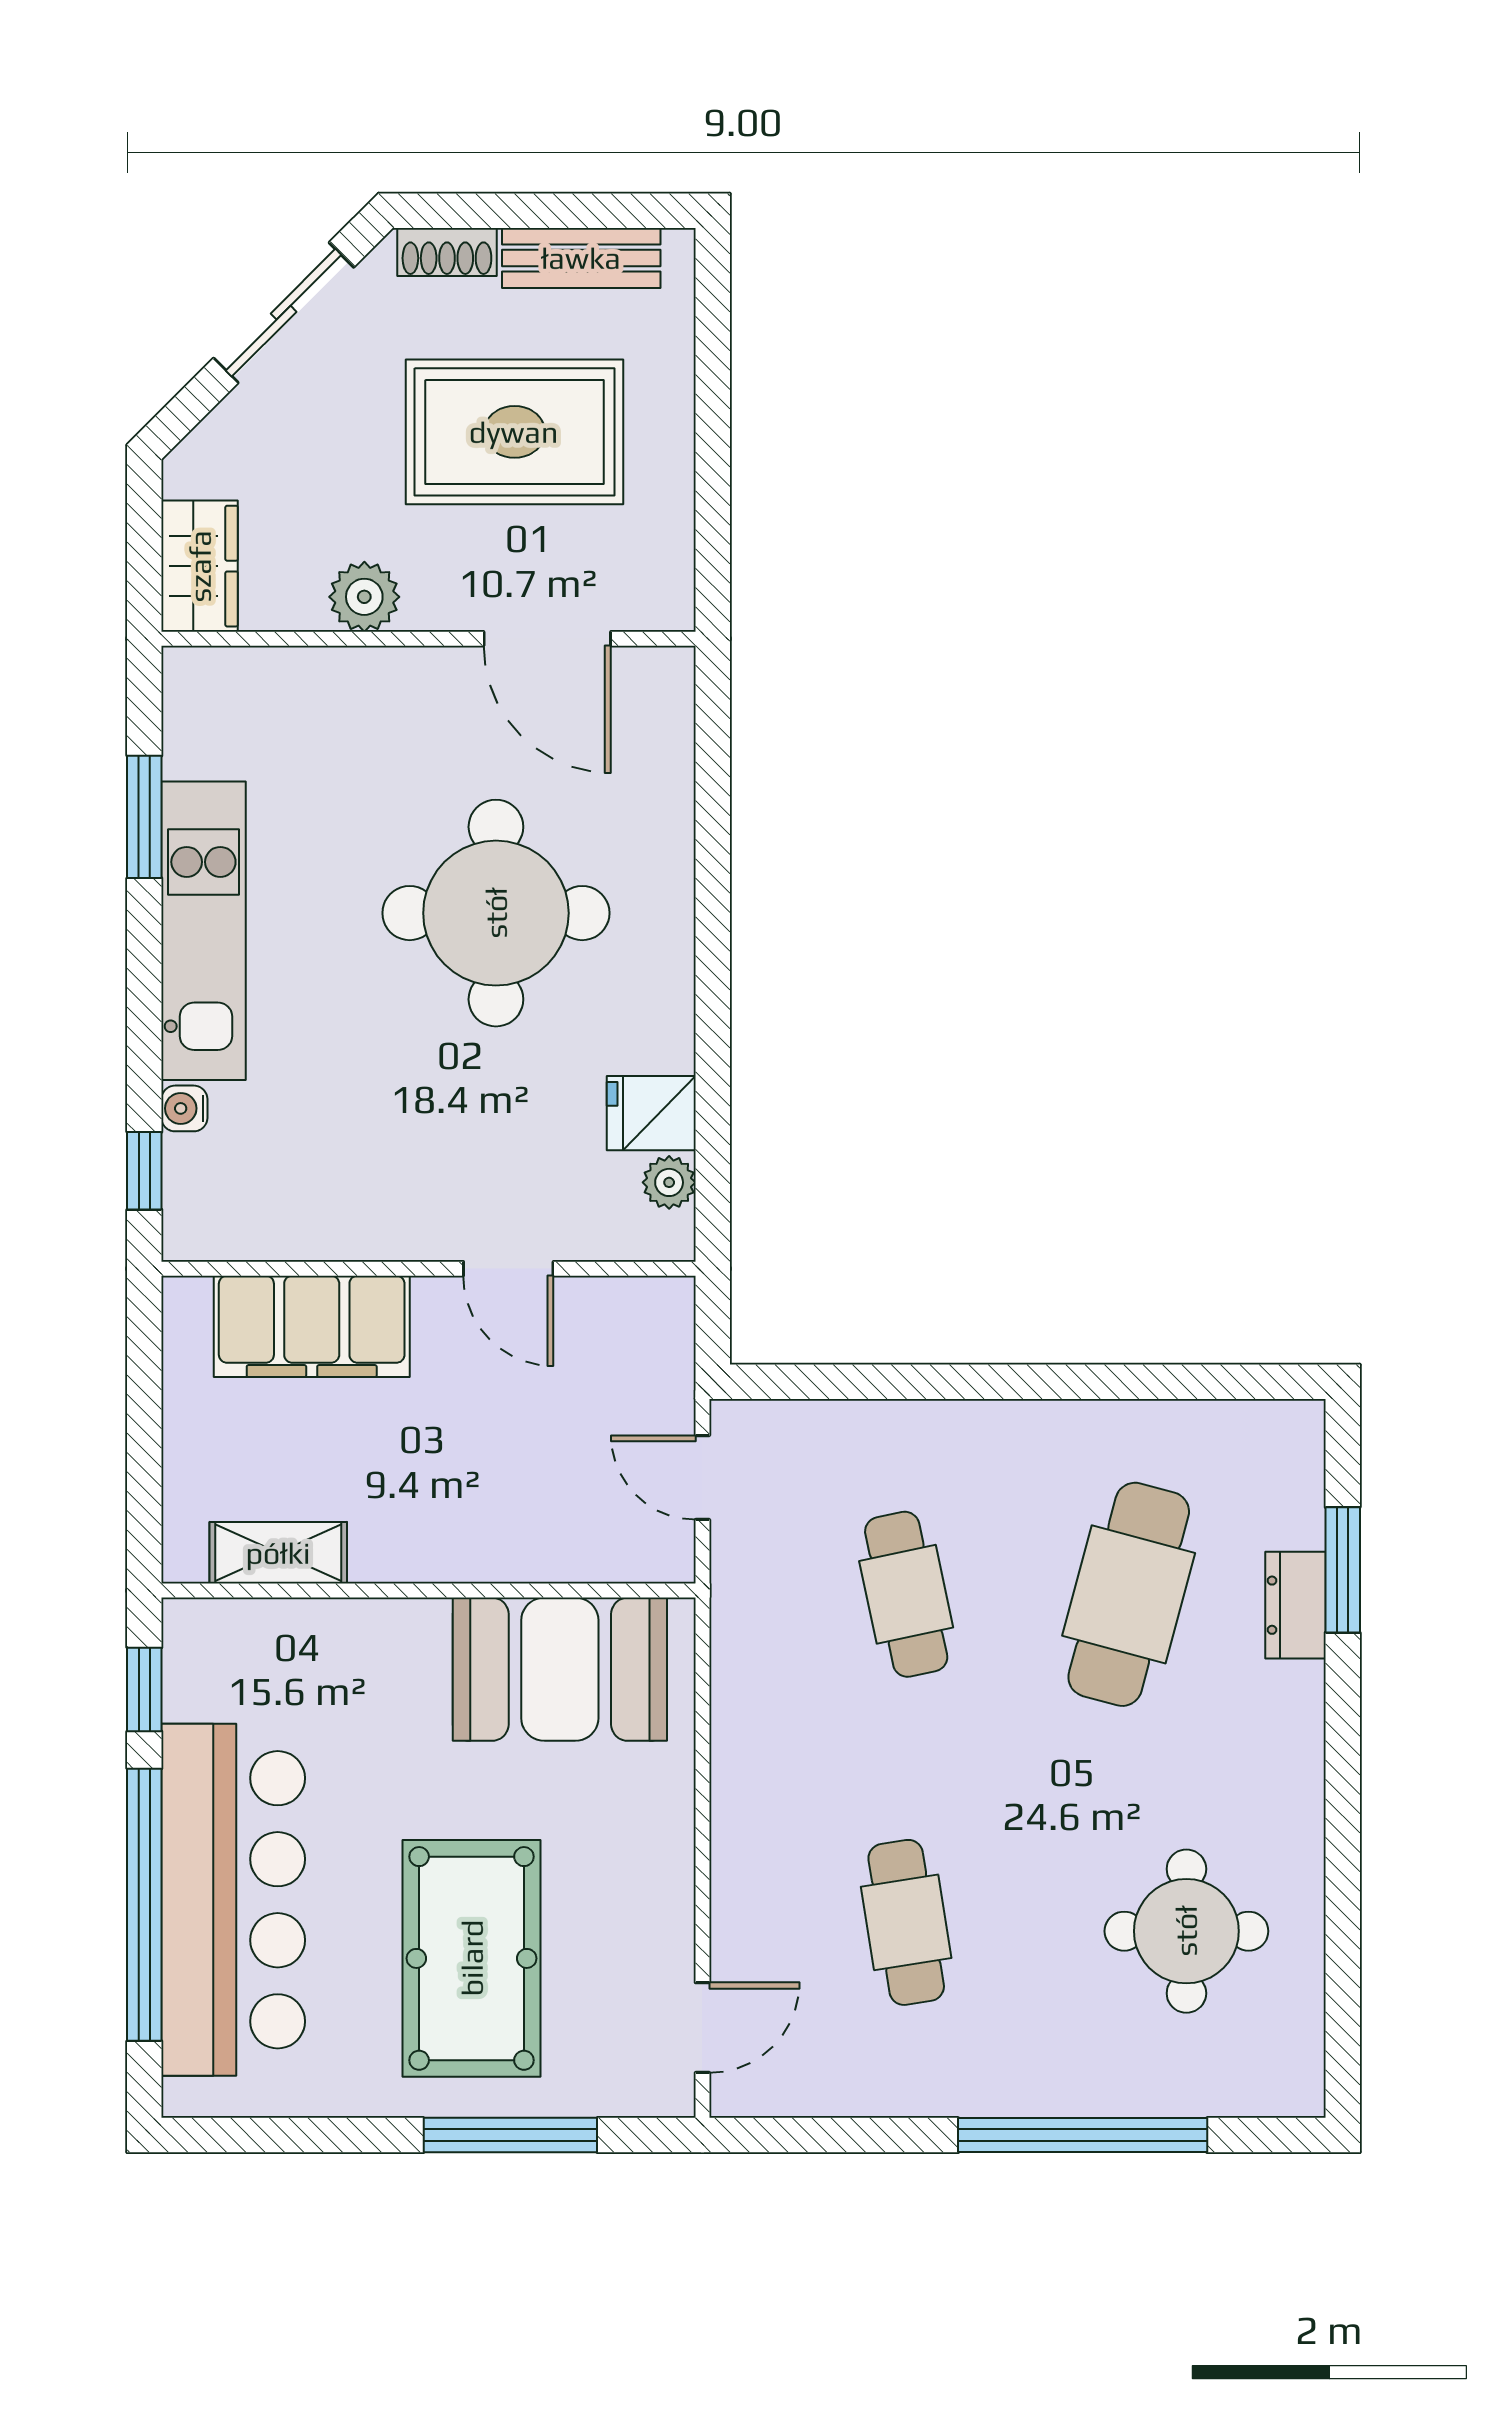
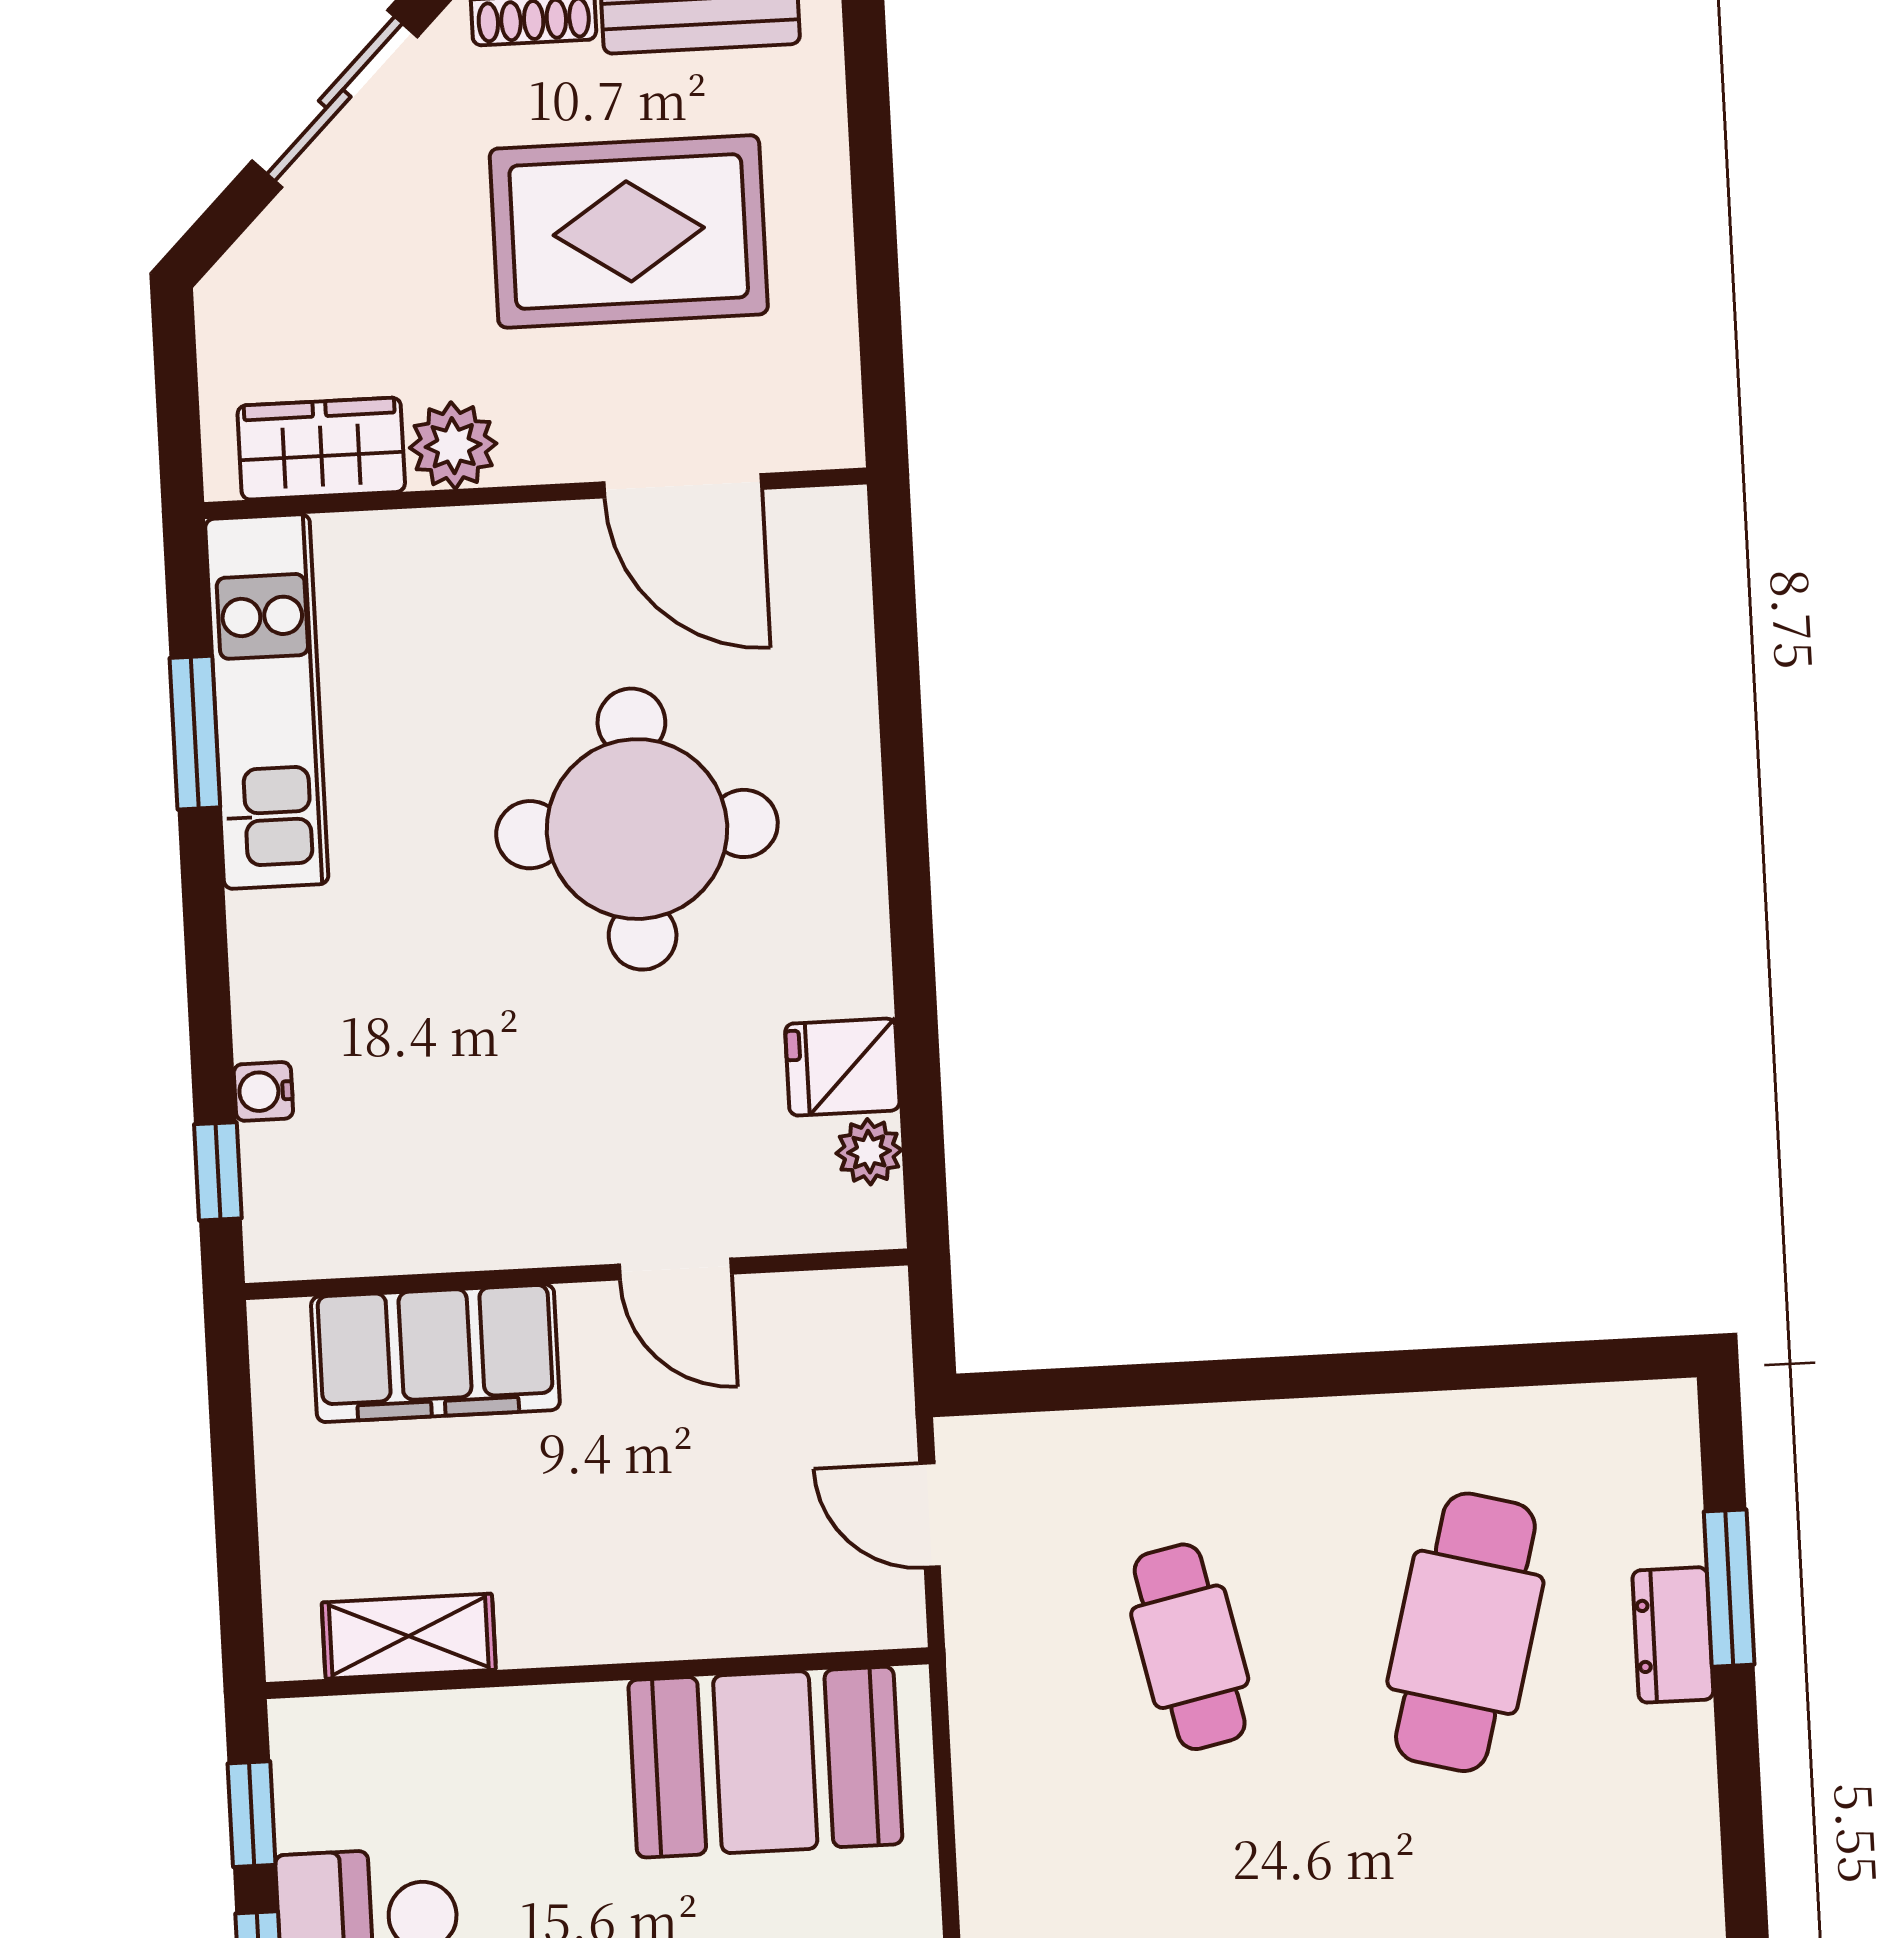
wardrobe: (200, 566) -> (321, 449), moved, turned -90
kitchen unit: (203, 931) -> (267, 702), moved

